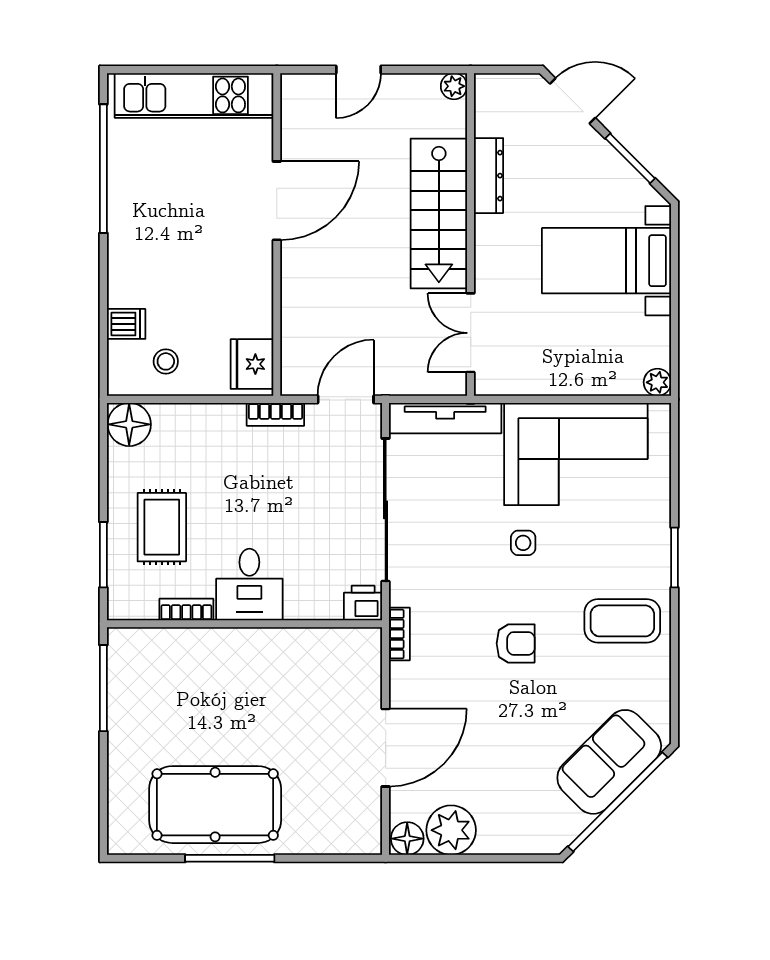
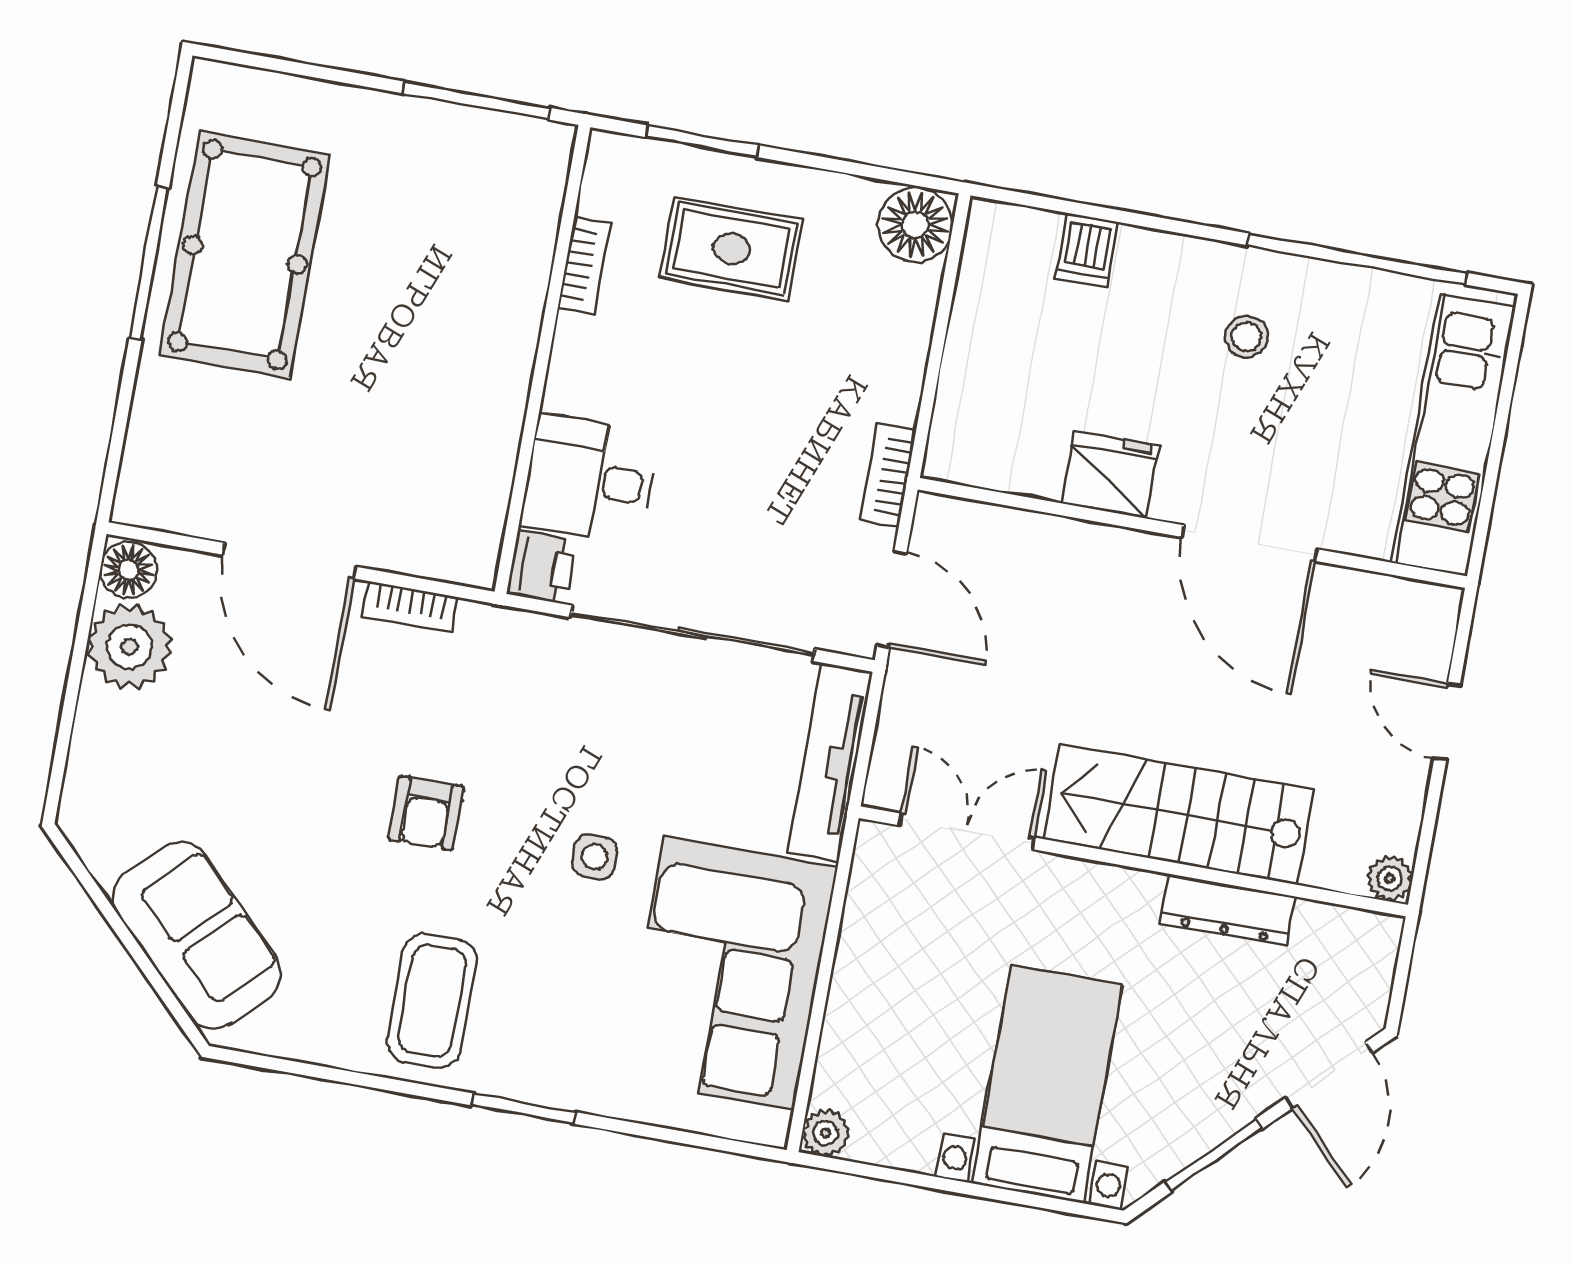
stool: (166, 361) -> (1246, 337), moved
fridge: (252, 364) -> (1110, 475), moved
desk: (249, 584) -> (590, 479), moved
bookcase: (399, 634) -> (410, 607), moved
window: (618, 802) -> (127, 938), removed

